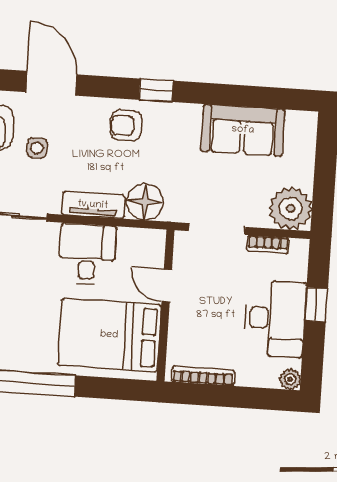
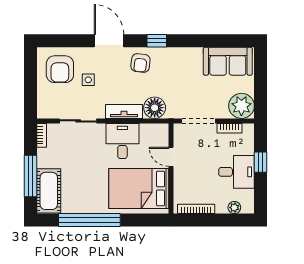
door: (51, 83) -> (109, 41), moved
armchair: (126, 126) -> (140, 63), turned -83
sofa: (243, 130) -> (228, 61), moved
desk: (275, 318) -> (237, 172), width x0.73
plant: (290, 379) -> (234, 208), moved

